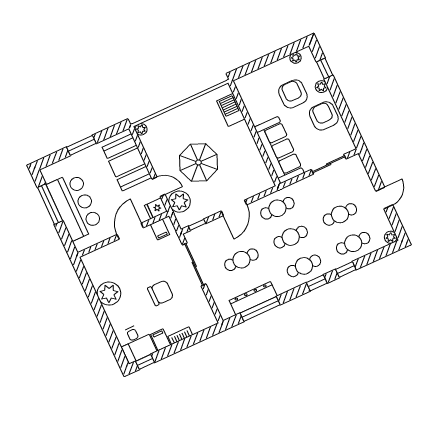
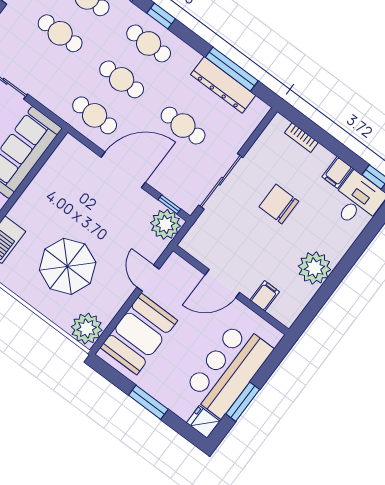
plant: (141, 129) -> (87, 329), width x1.88, depth x1.88
parasol: (199, 162) -> (68, 266), moved
plant: (179, 202) -> (165, 224), moved
window: (50, 204) -> (243, 402), width x0.69
fridge: (156, 208) -> (203, 422), moved, turned 180
door: (234, 208) -> (123, 170), width x1.36
filing cabinet: (160, 230) -> (265, 296), moved
bookcase: (180, 336) -> (301, 137), moved

